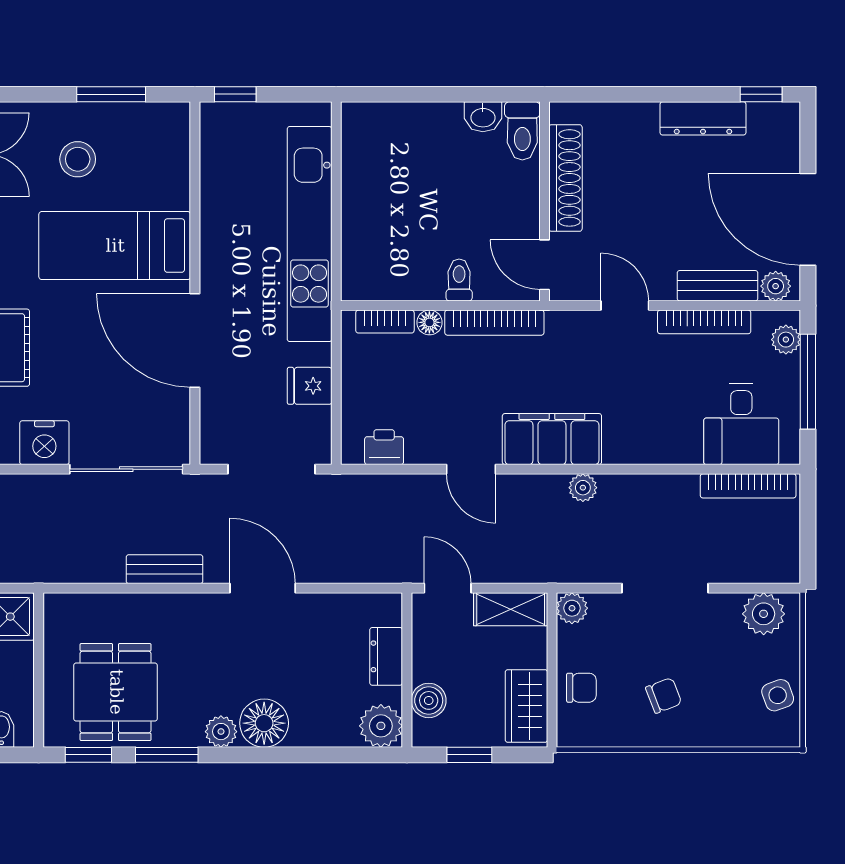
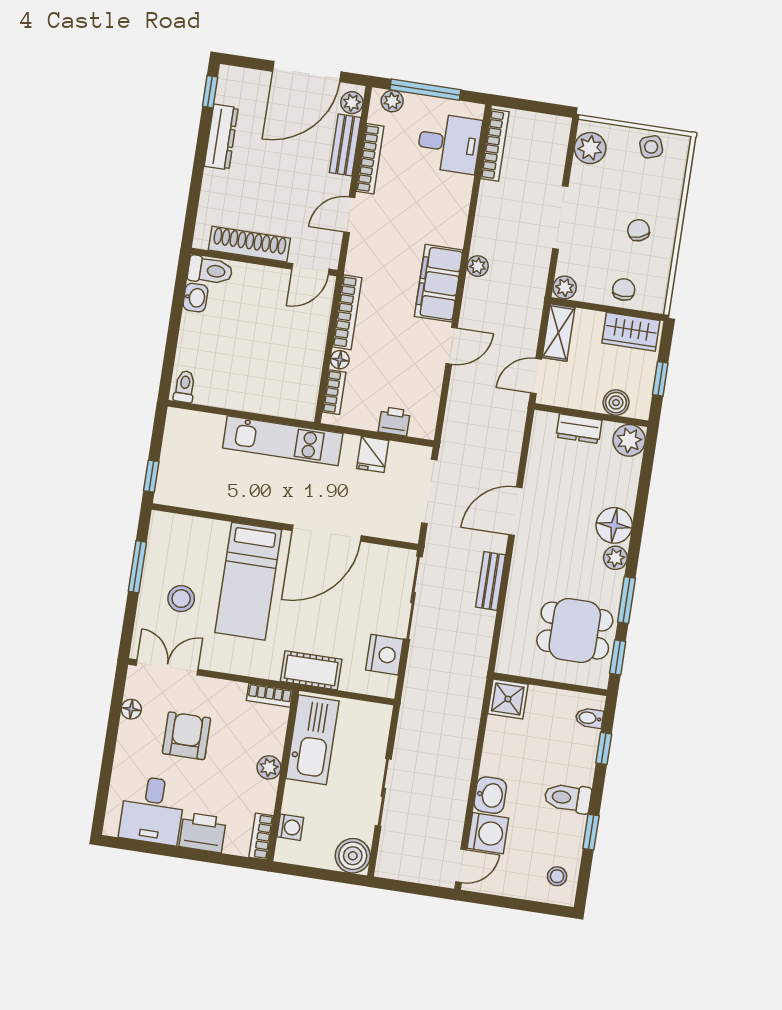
kitchen unit: (310, 234) -> (283, 441), width x0.73
toilet: (459, 280) -> (185, 387), moved, turned 90
printer: (384, 447) -> (394, 421), moved, turned 90

